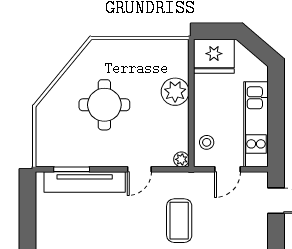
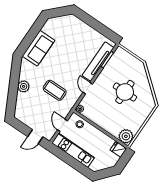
fridge: (214, 56) -> (118, 149), width x0.53, depth x0.75
plant: (175, 92) -> (126, 136), moved

